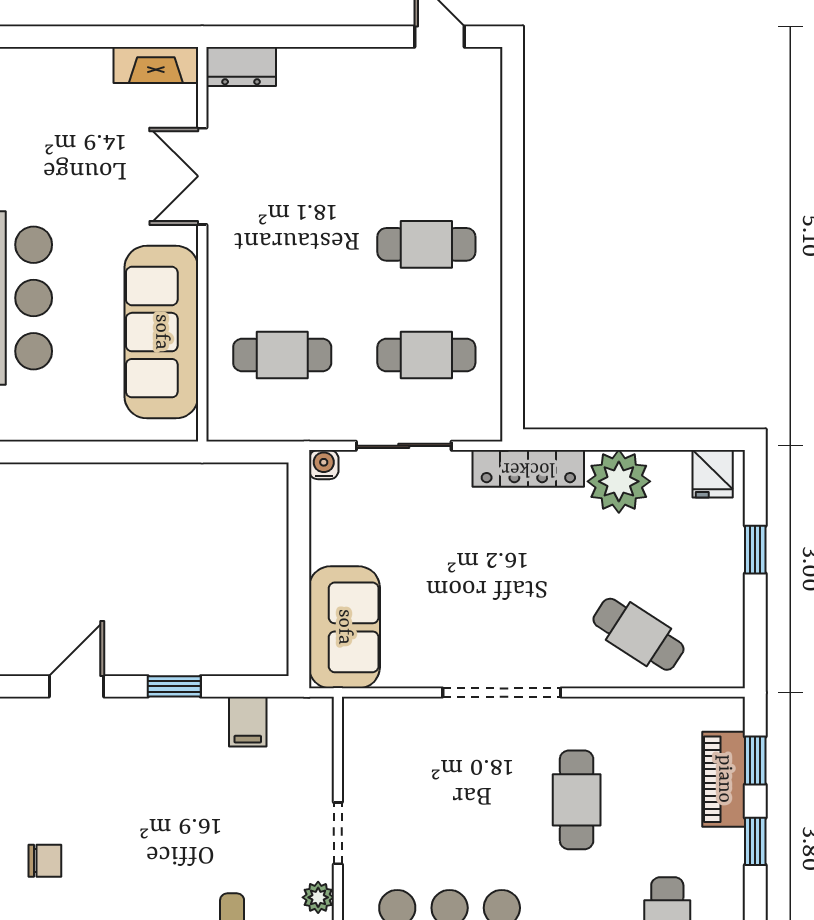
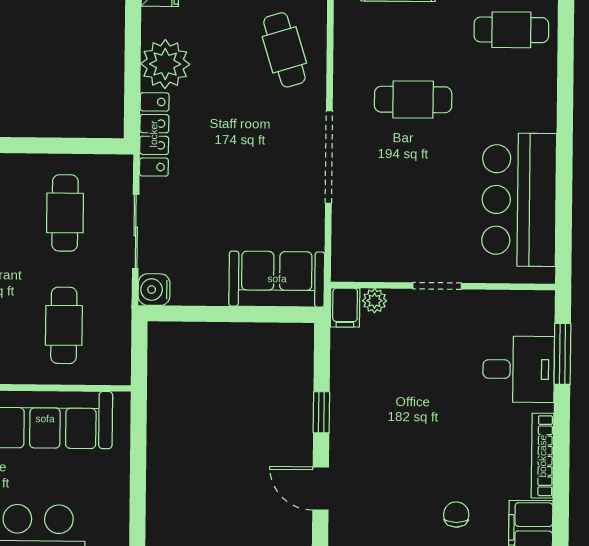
water cooler: (324, 465) -> (154, 290), width x1.38, depth x1.38
cafe table: (638, 634) -> (284, 50), turned -50
filing cabinet: (248, 722) -> (345, 308), moved, turned 90
plant: (318, 897) -> (375, 301), moved

